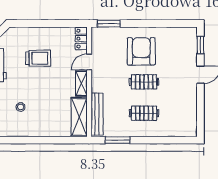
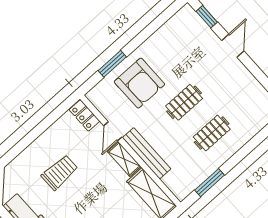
window: (109, 24) -> (112, 64), moved
armchair: (141, 51) -> (139, 83), moved, turned 180
bench: (97, 114) -> (147, 153), moved

